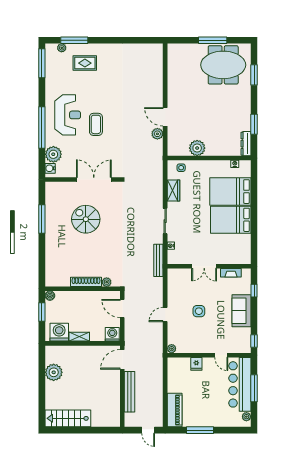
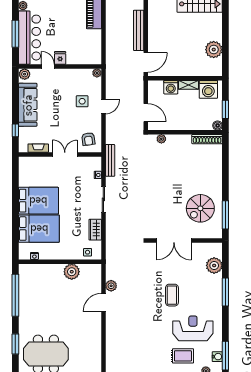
reception desk: (68, 115) -> (193, 328), moved, turned 90
door: (165, 117) -> (103, 303), swing flipped
window: (254, 124) -> (15, 295), width x2.11
window: (42, 127) -> (225, 292), width x0.68
dresser: (246, 144) -> (23, 276), removed
water cooler: (50, 168) -> (217, 357), moved
window: (42, 219) -> (225, 215), moved
spiral stairs: (86, 219) -> (200, 208), moved, turned 90
shoe rack: (86, 282) -> (207, 139), moved
armchair: (180, 282) -> (88, 139), added
side table: (199, 311) -> (82, 101), moved
sofa: (242, 311) -> (28, 105), width x1.36
washing machine: (112, 334) -> (171, 87), moved
window: (254, 341) -> (15, 80), removed
plant: (245, 347) -> (25, 74), added
fridge: (196, 364) -> (60, 58), moved

